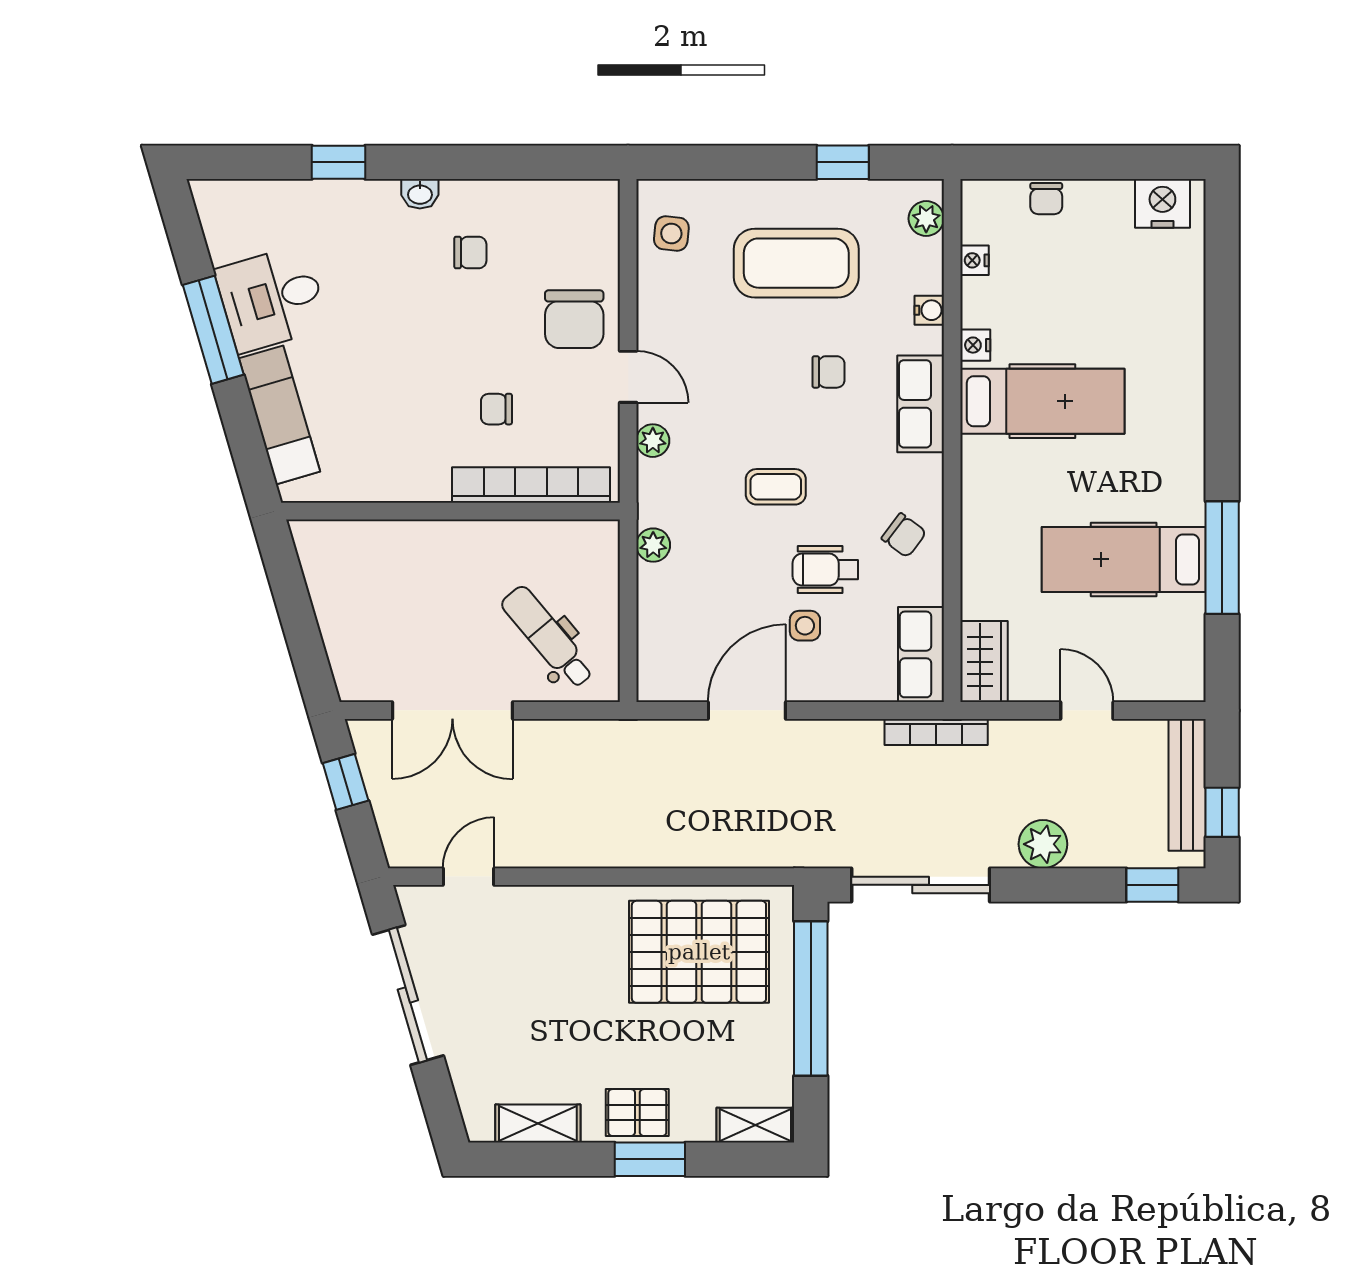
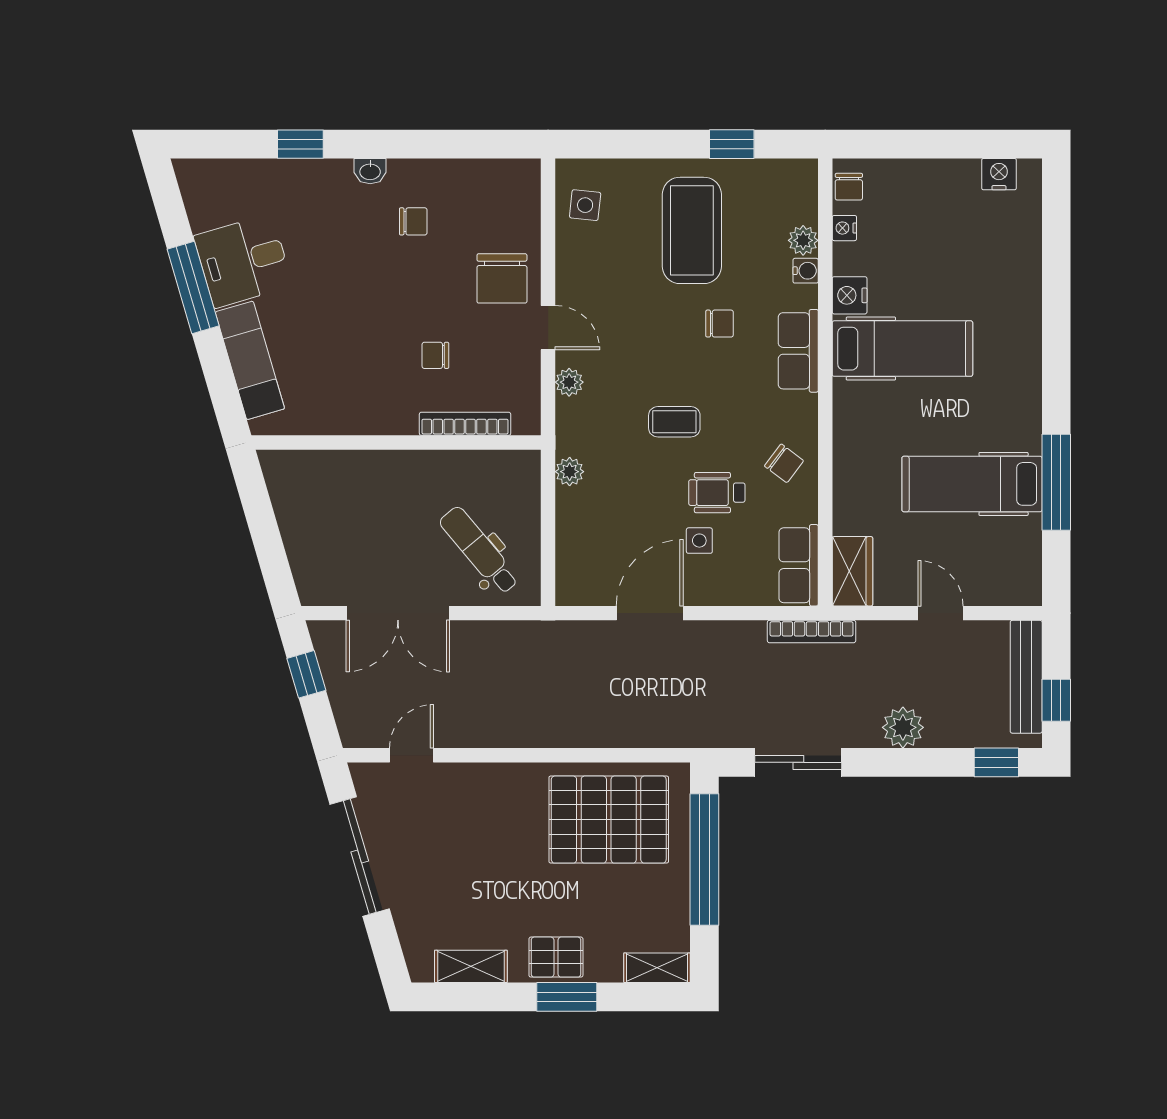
chair: (1046, 199) -> (849, 187), moved
nightstand: (1162, 203) -> (999, 174), width x0.74, depth x0.75
plant: (926, 219) -> (803, 240), moved
coffee table: (796, 263) -> (692, 230), turned 90
nightstand: (975, 345) -> (850, 295), width x1.39, depth x1.35
bookcase: (531, 485) -> (465, 424), width x0.68, depth x0.76
sliding door: (921, 885) -> (798, 762), width x0.73

